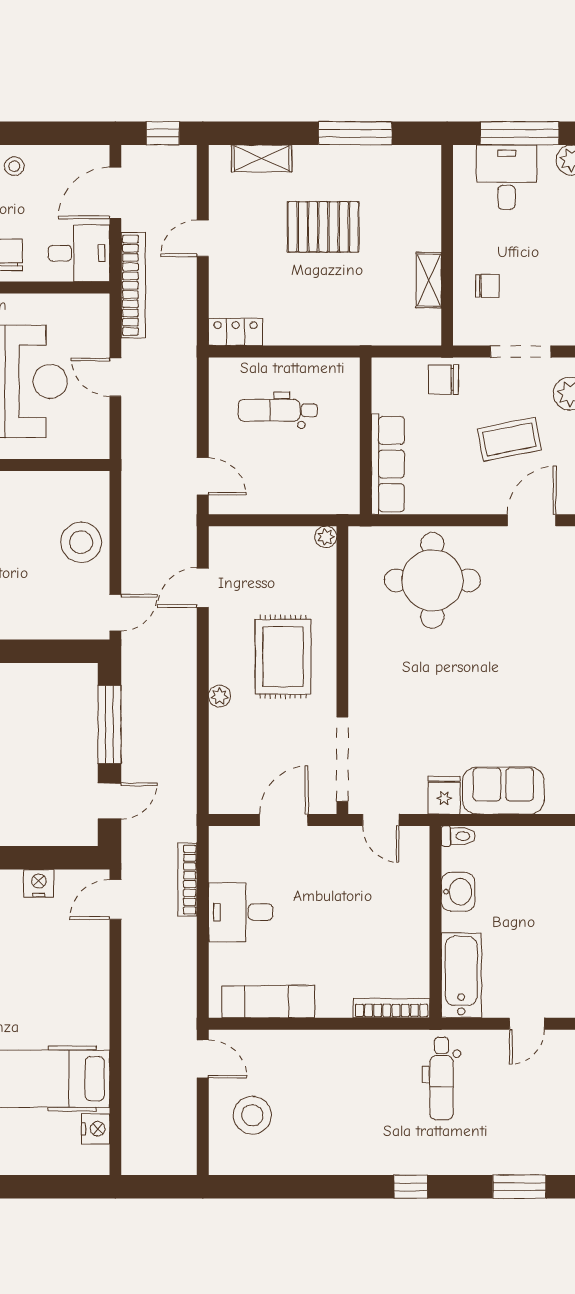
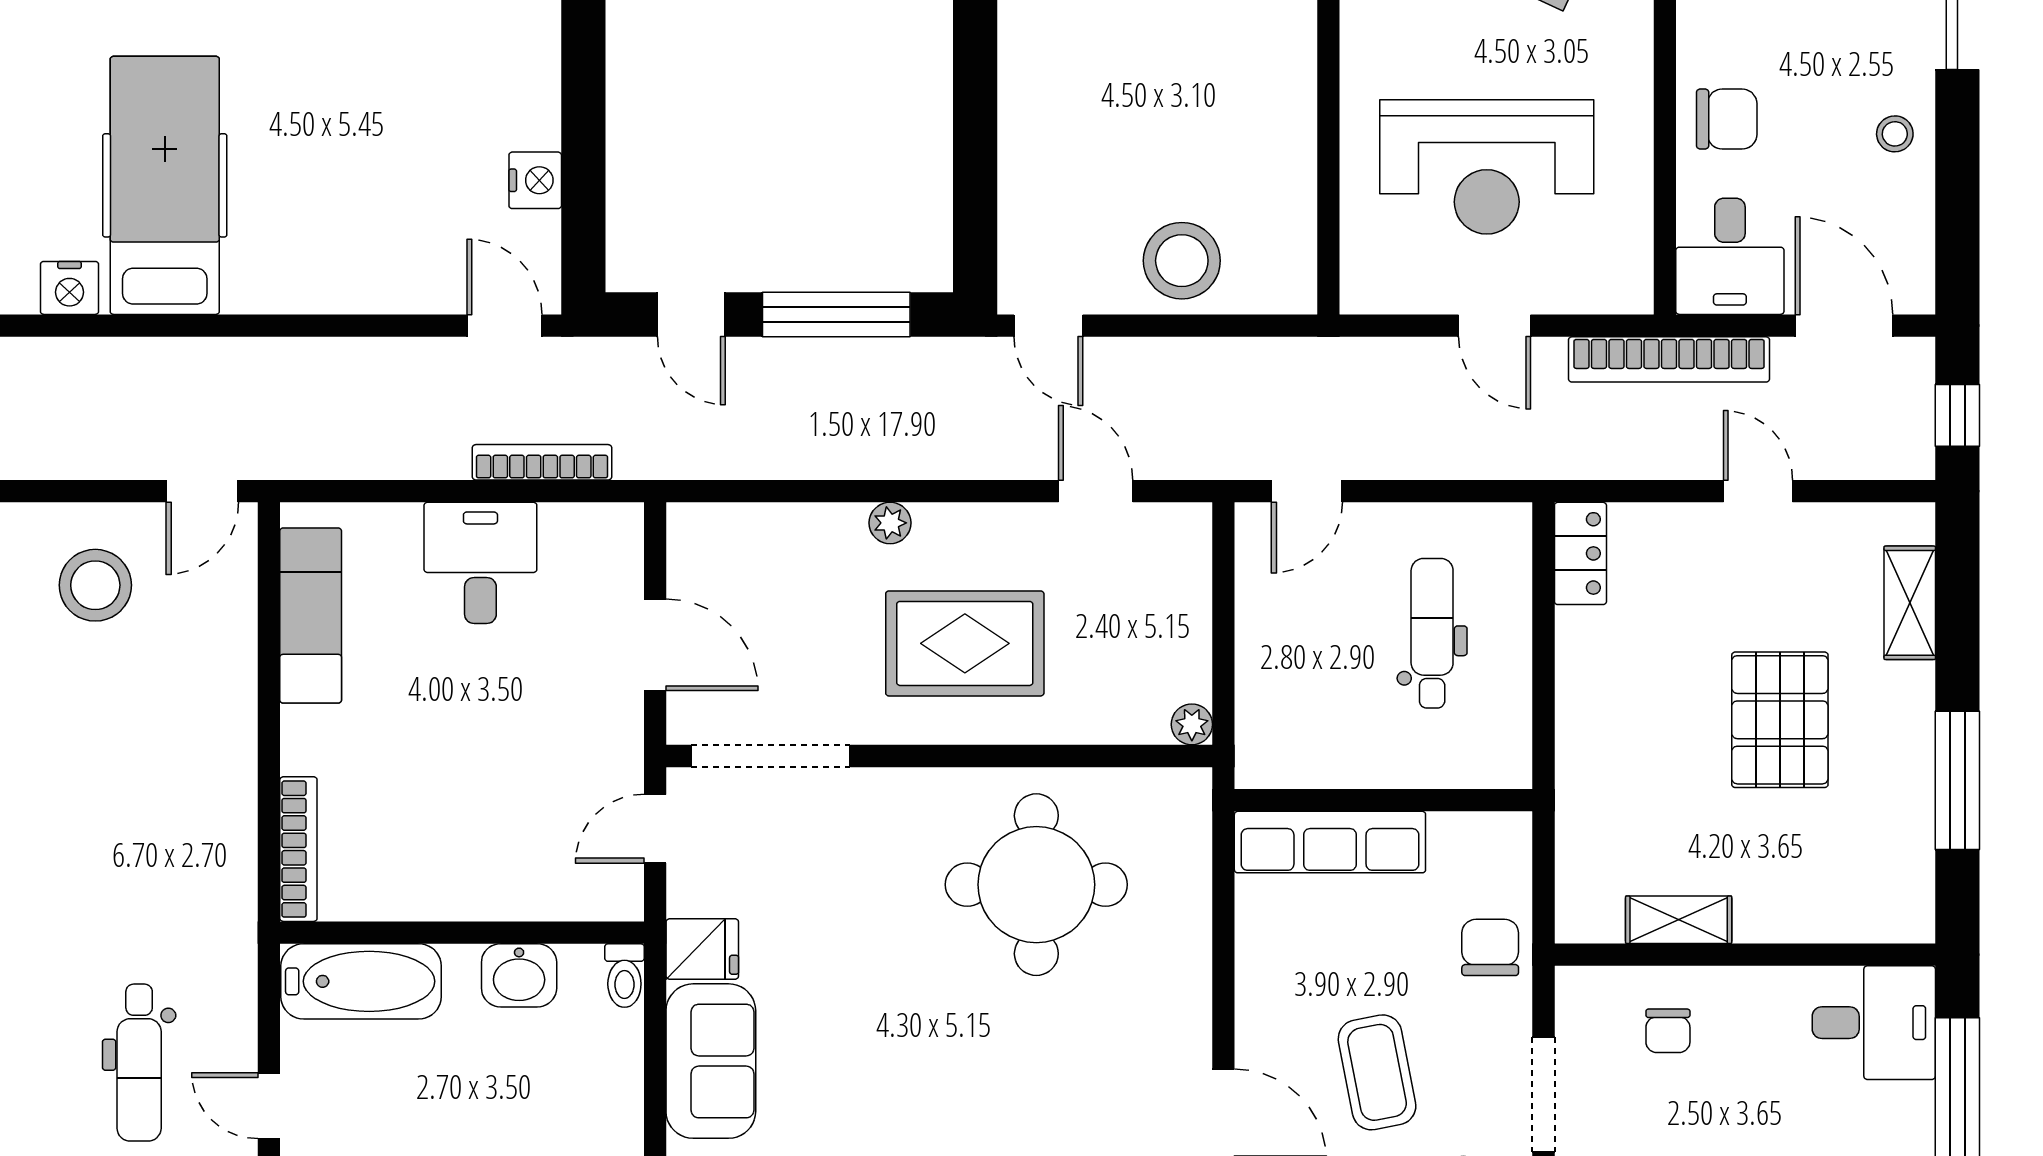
desk: (507, 177) -> (1874, 1023), moved
door: (115, 377) -> (1495, 326), swing flipped
round table: (432, 580) -> (1036, 885), moved
dental chair: (441, 1079) -> (139, 1063), moved, turned -90

